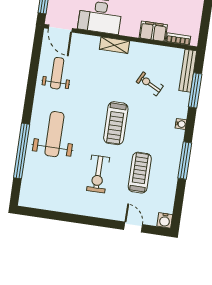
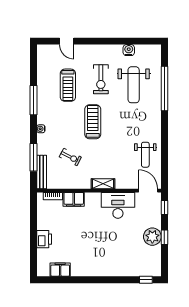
weight bench: (54, 134) -> (134, 85), moved
exercise bike: (98, 174) -> (101, 79), turned 180
water cooler: (165, 220) -> (129, 50), moved

